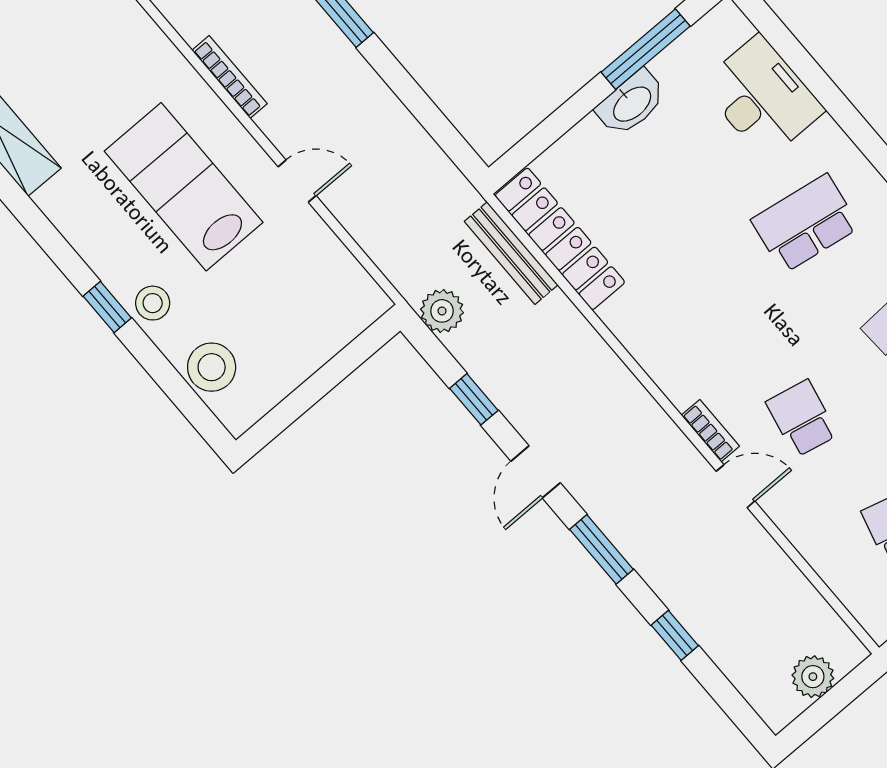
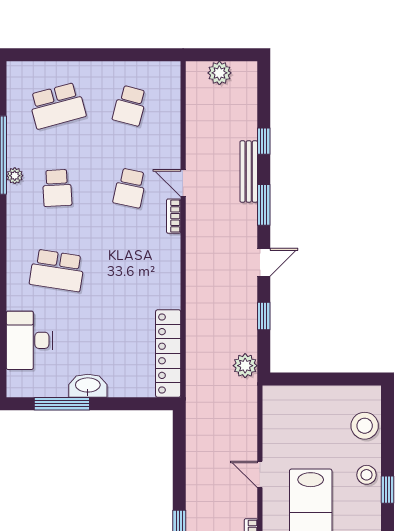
bench: (511, 253) -> (249, 171), moved

